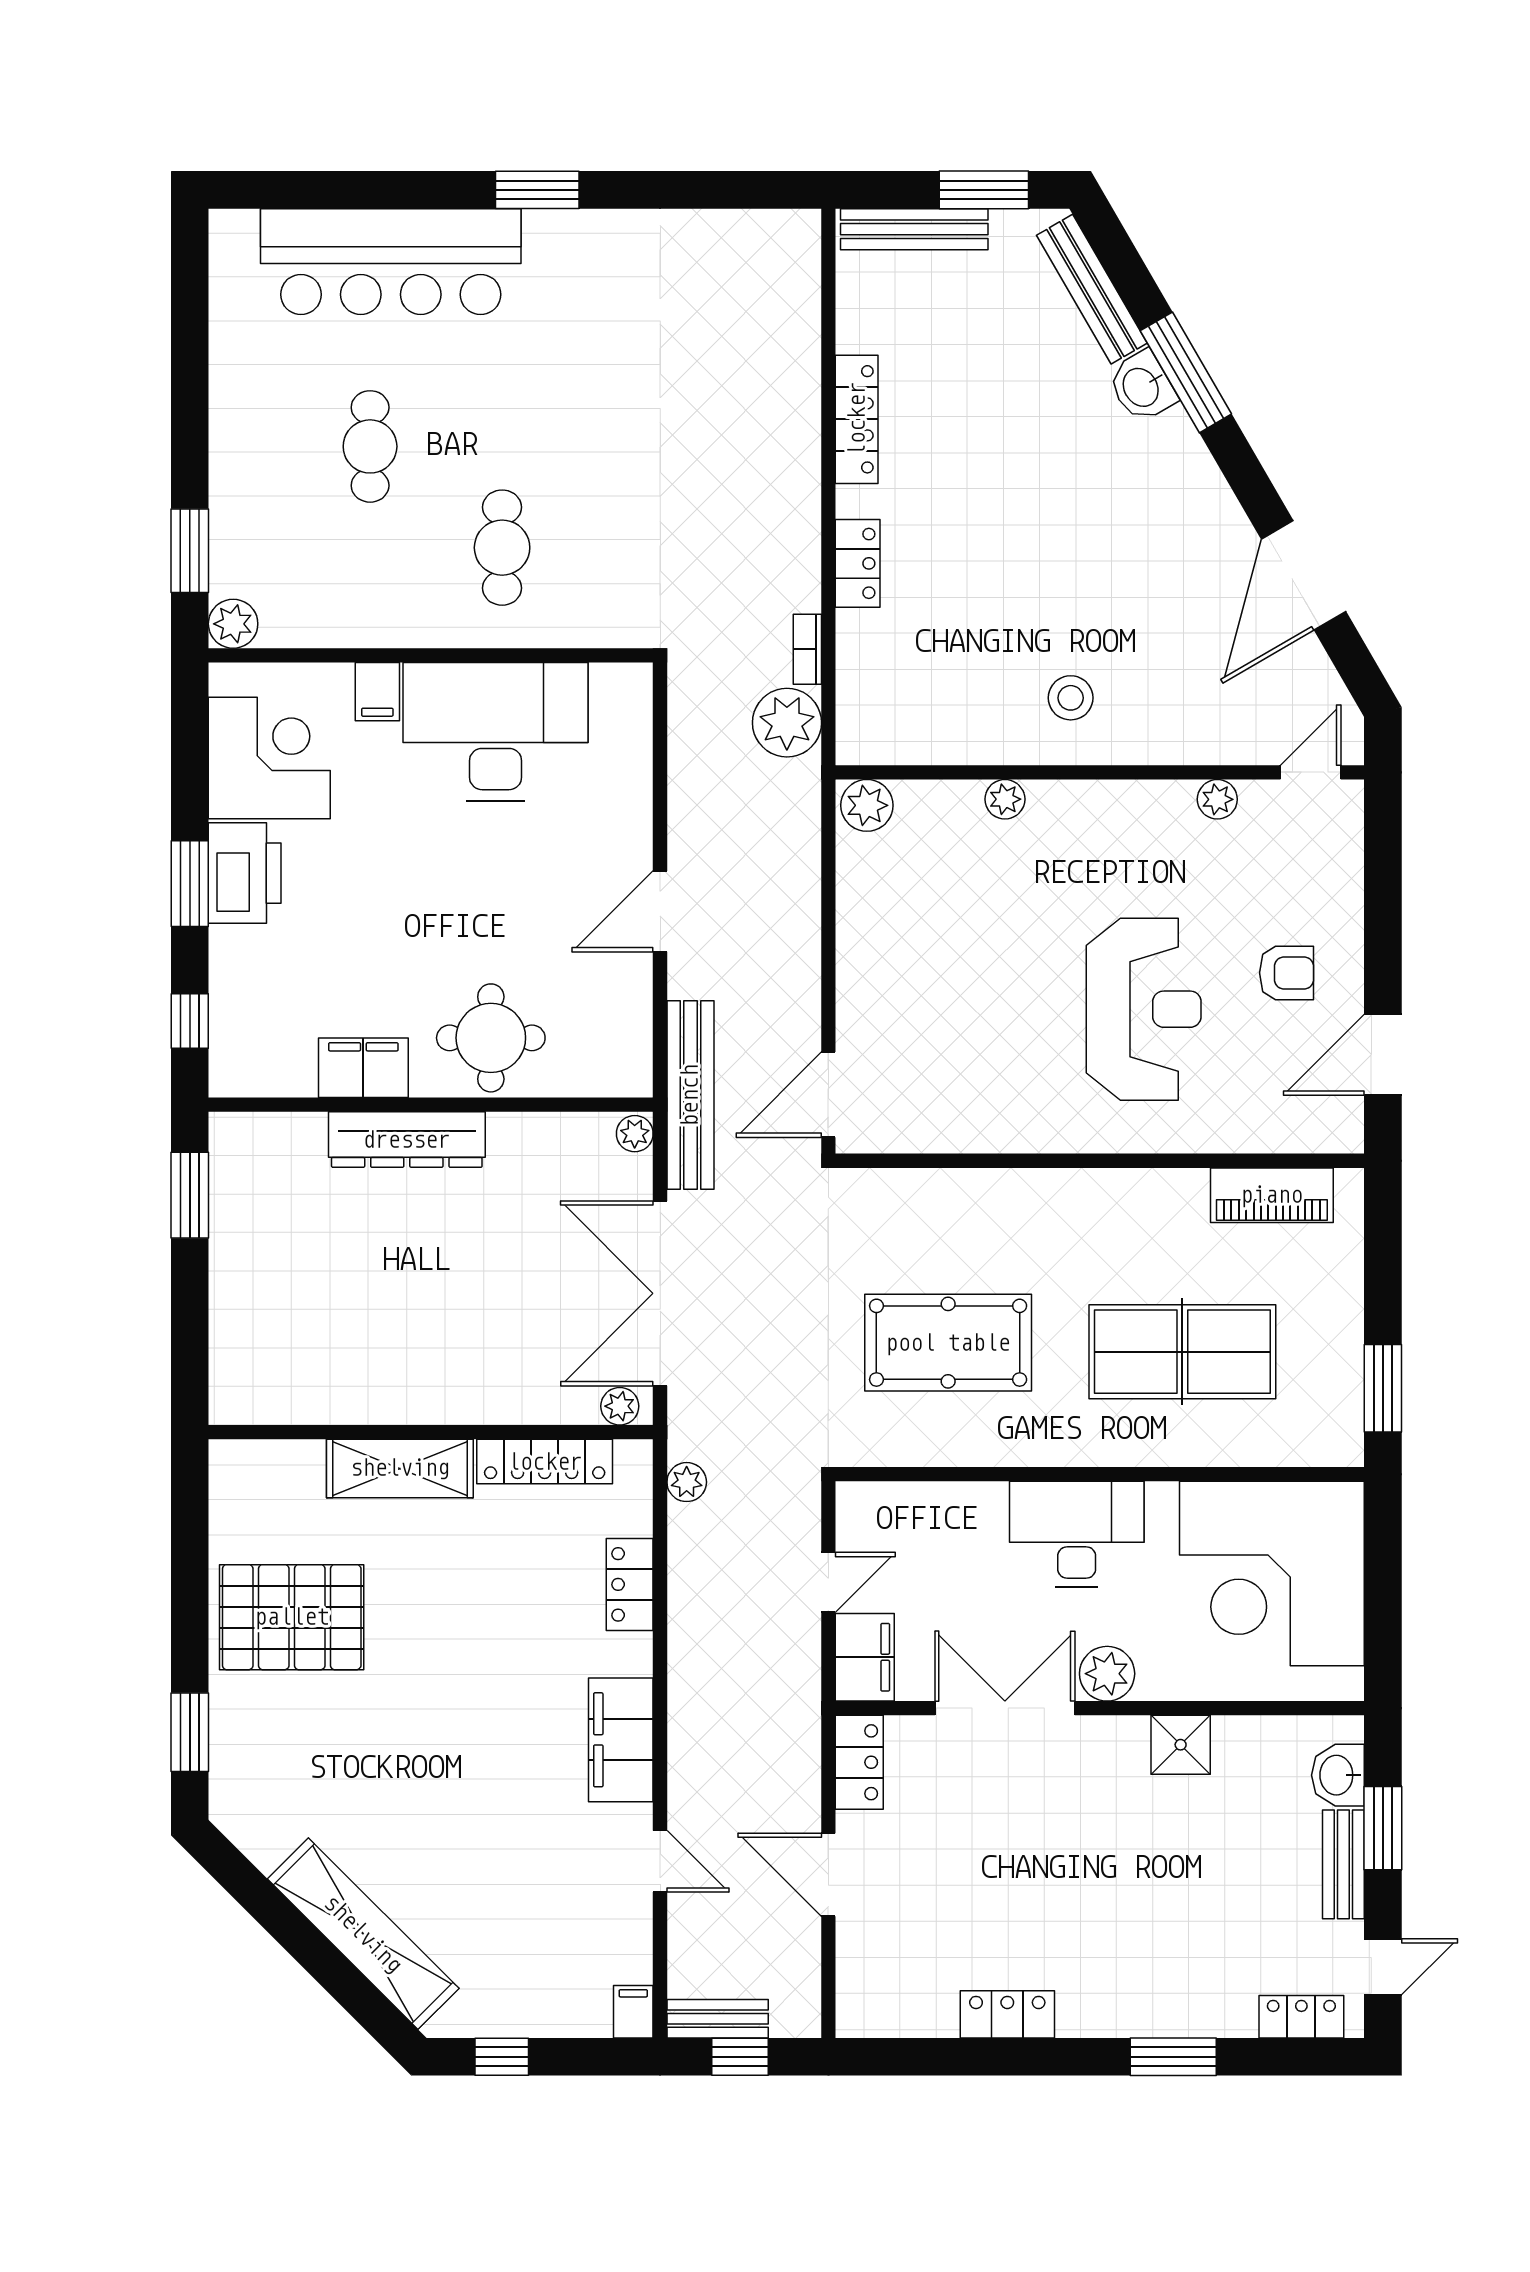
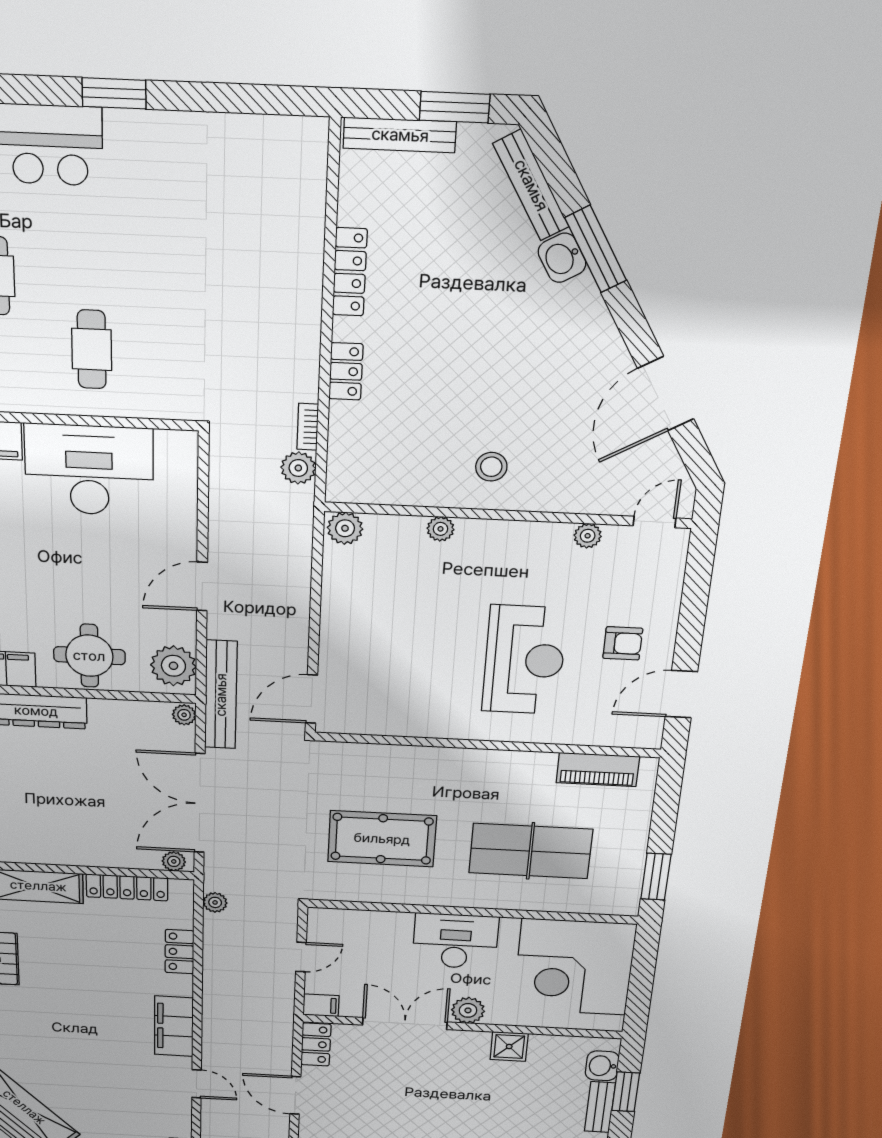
plant: (787, 723) -> (298, 468), width x0.73, depth x0.73
plant: (618, 1048) -> (173, 666), added
filing cabinet: (865, 1657) -> (321, 1005), width x0.50

